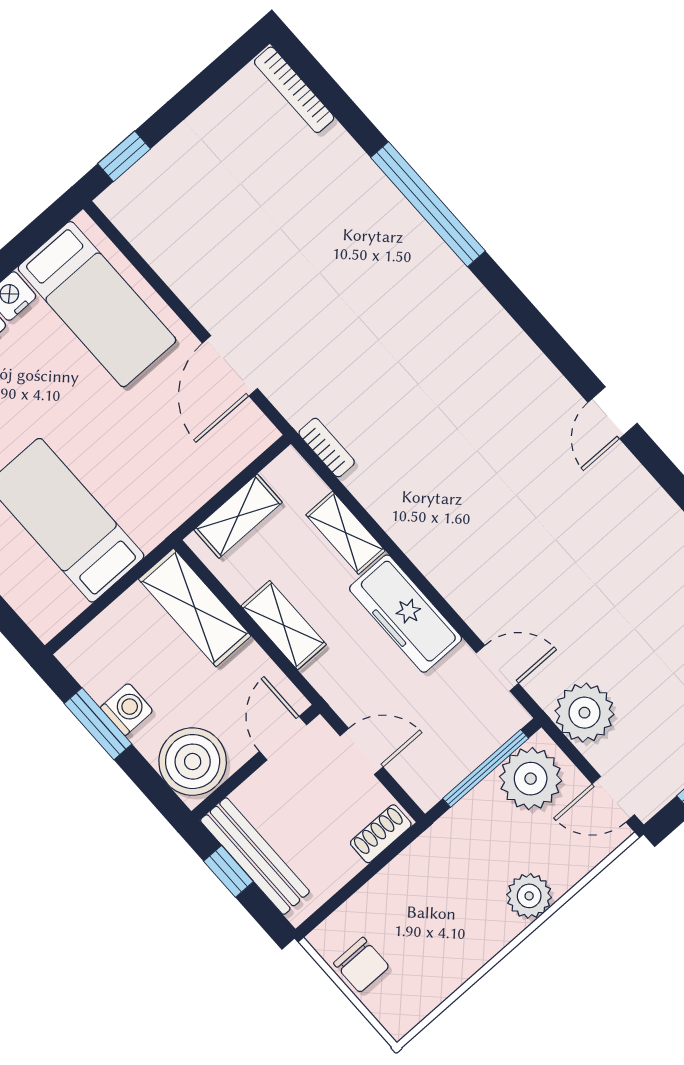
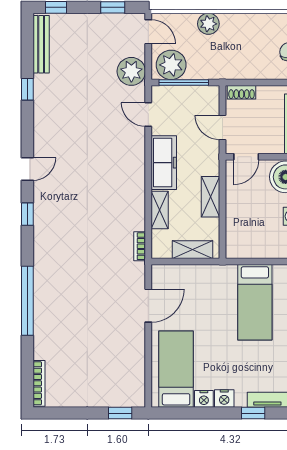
window: (549, 341) -> (27, 214), added
shelving: (195, 607) -> (237, 231), removed

